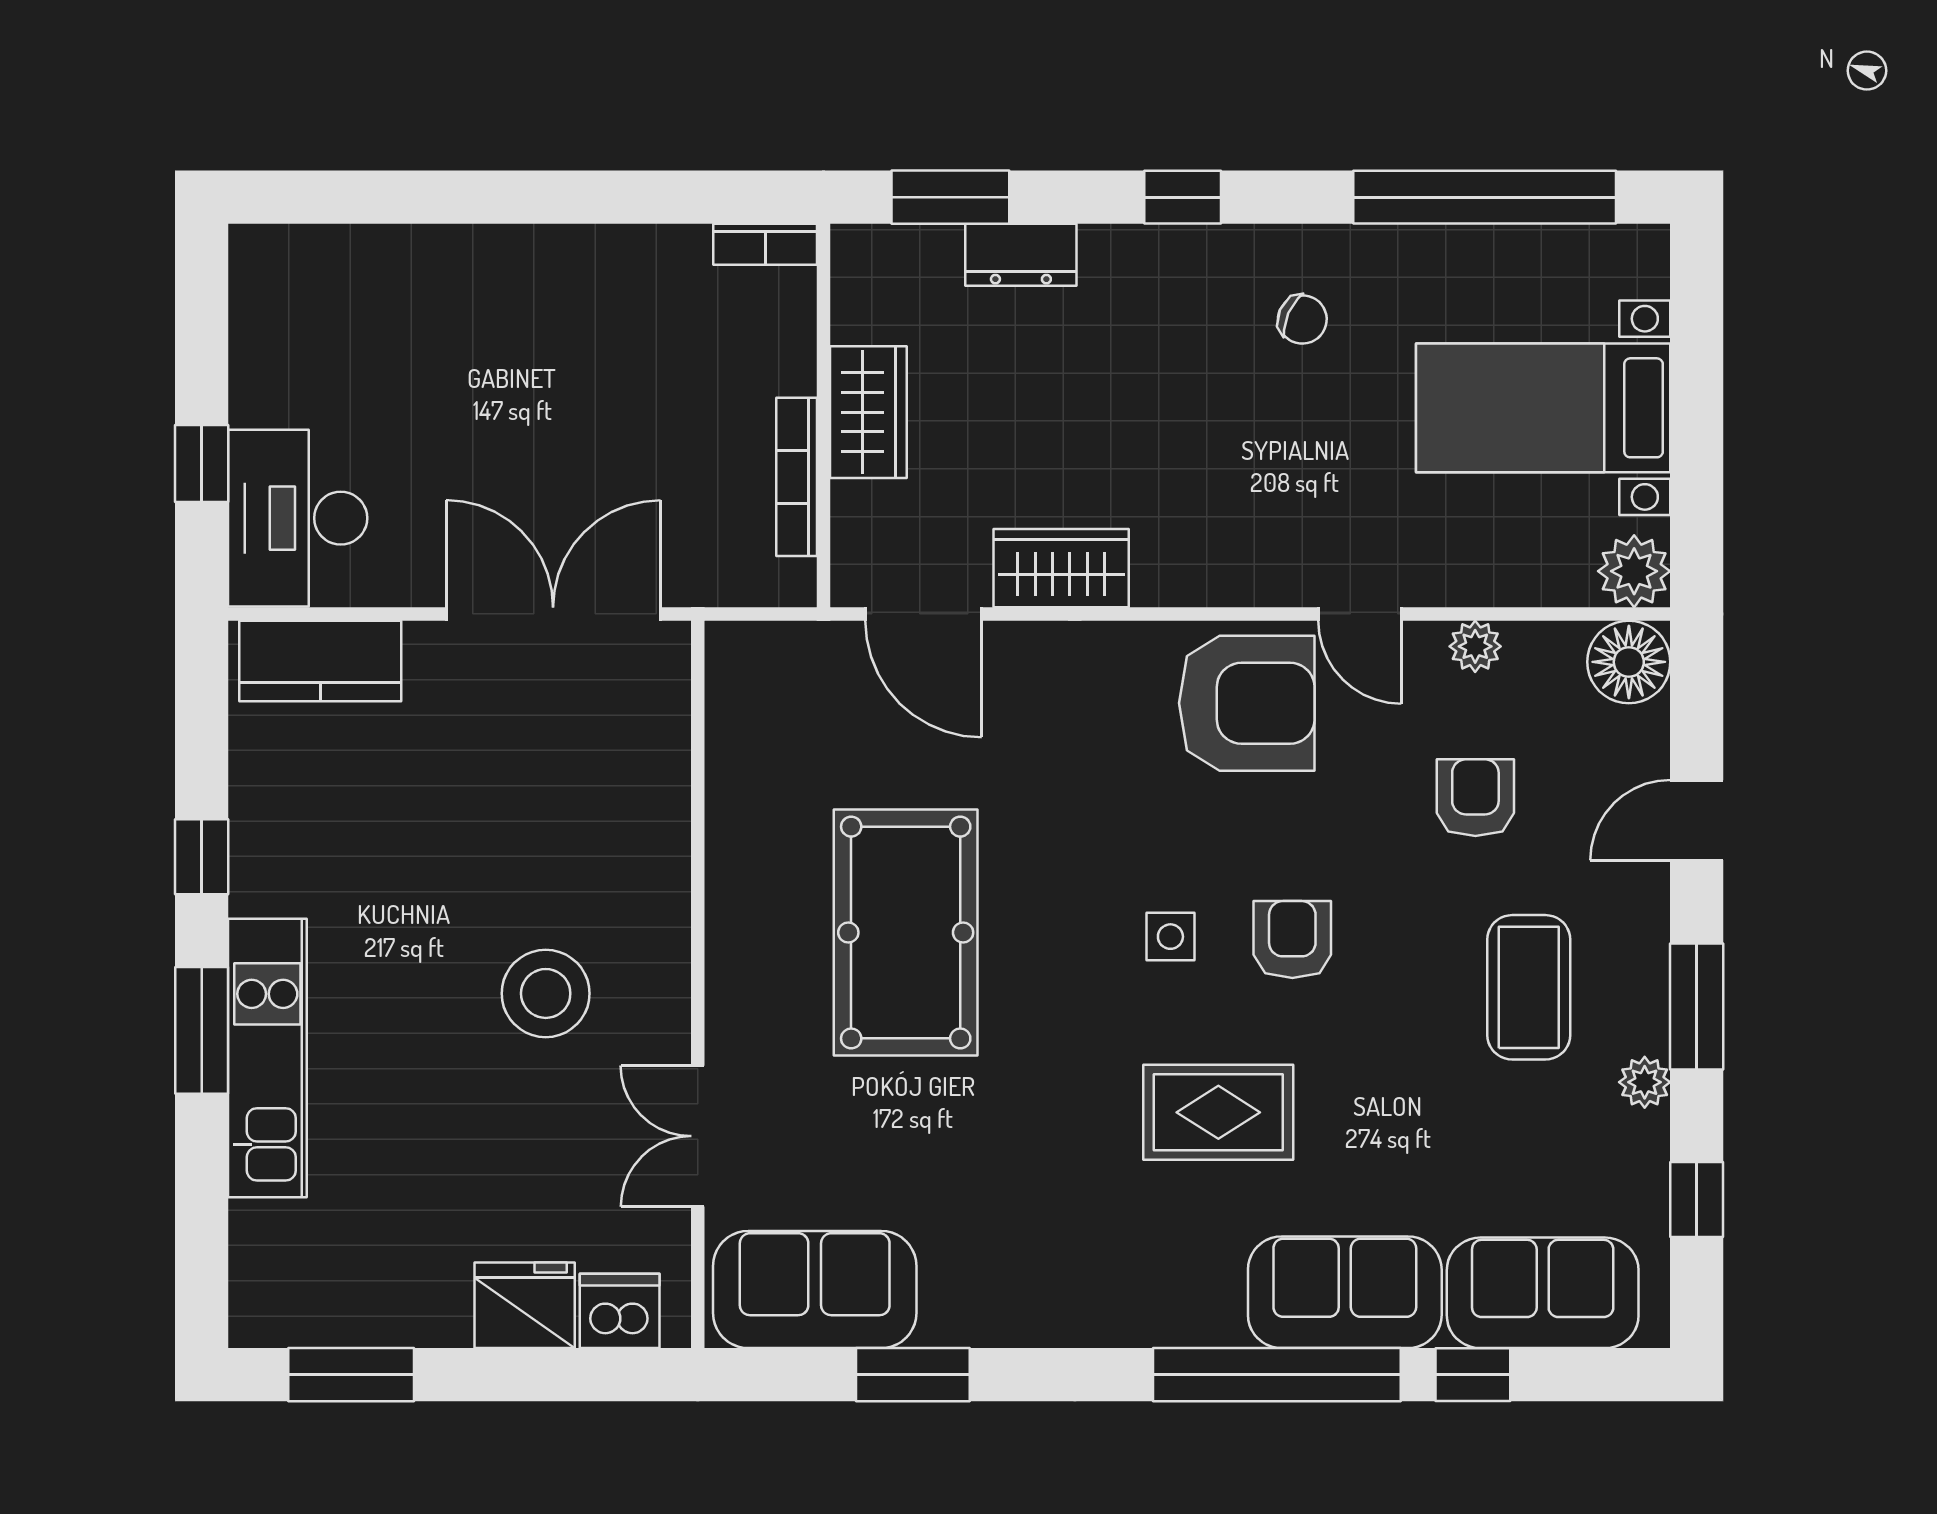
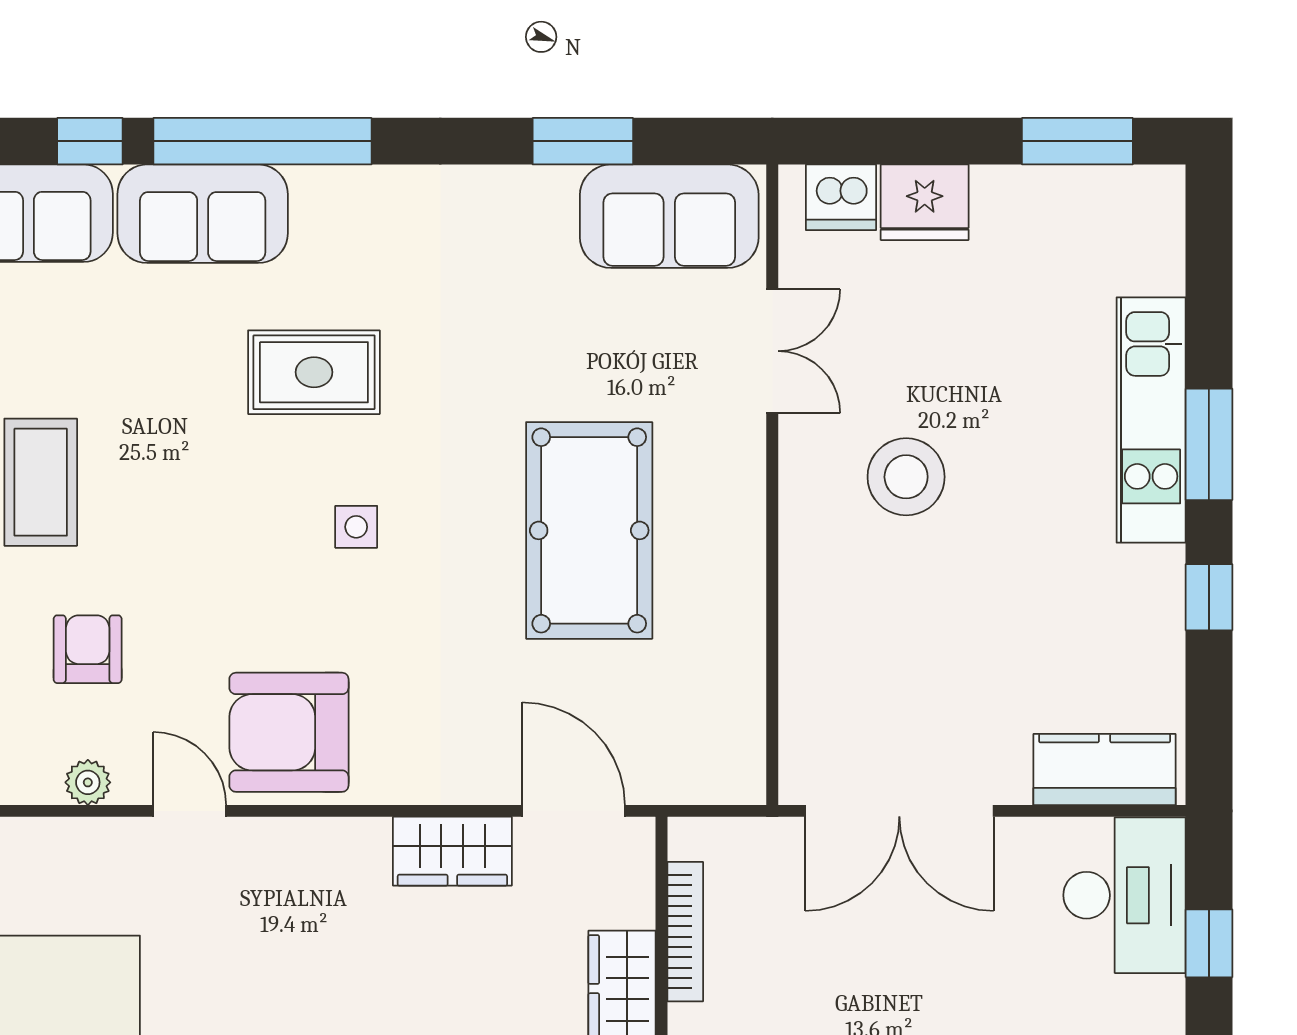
armchair: (1475, 798) -> (88, 649), turned 180
armchair: (1292, 940) -> (249, 524), removed

